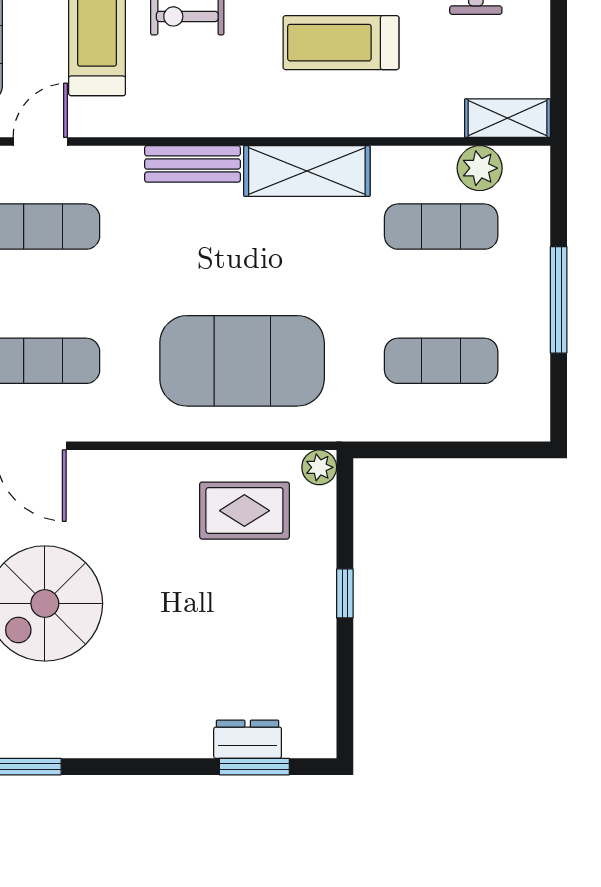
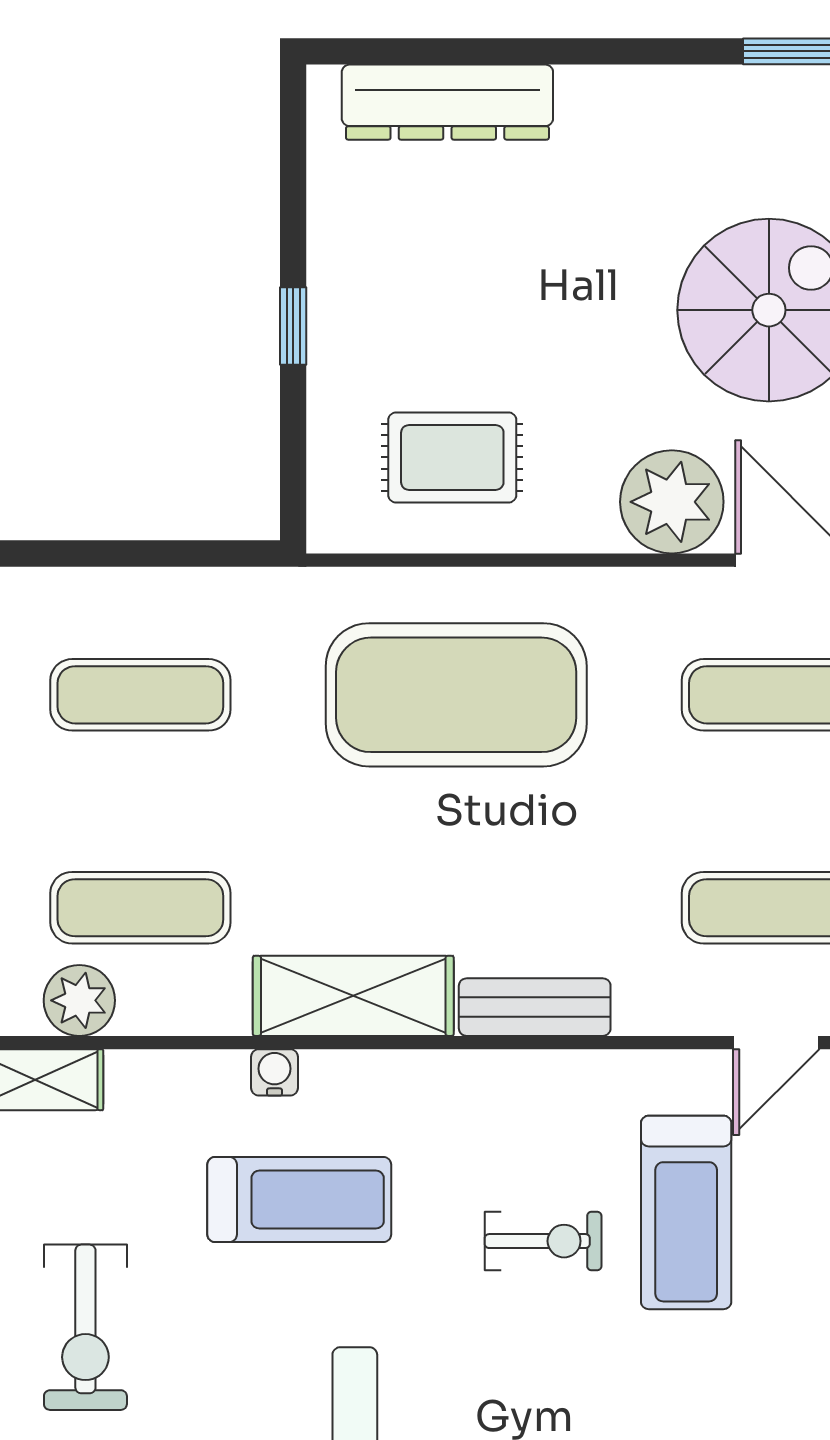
water cooler: (357, 123) -> (275, 1072), added
plant: (319, 467) -> (672, 502), moved, width x1.88, depth x1.88
dresser: (248, 739) -> (447, 102), width x1.96, depth x1.24
window: (254, 767) -> (437, 51), removed

